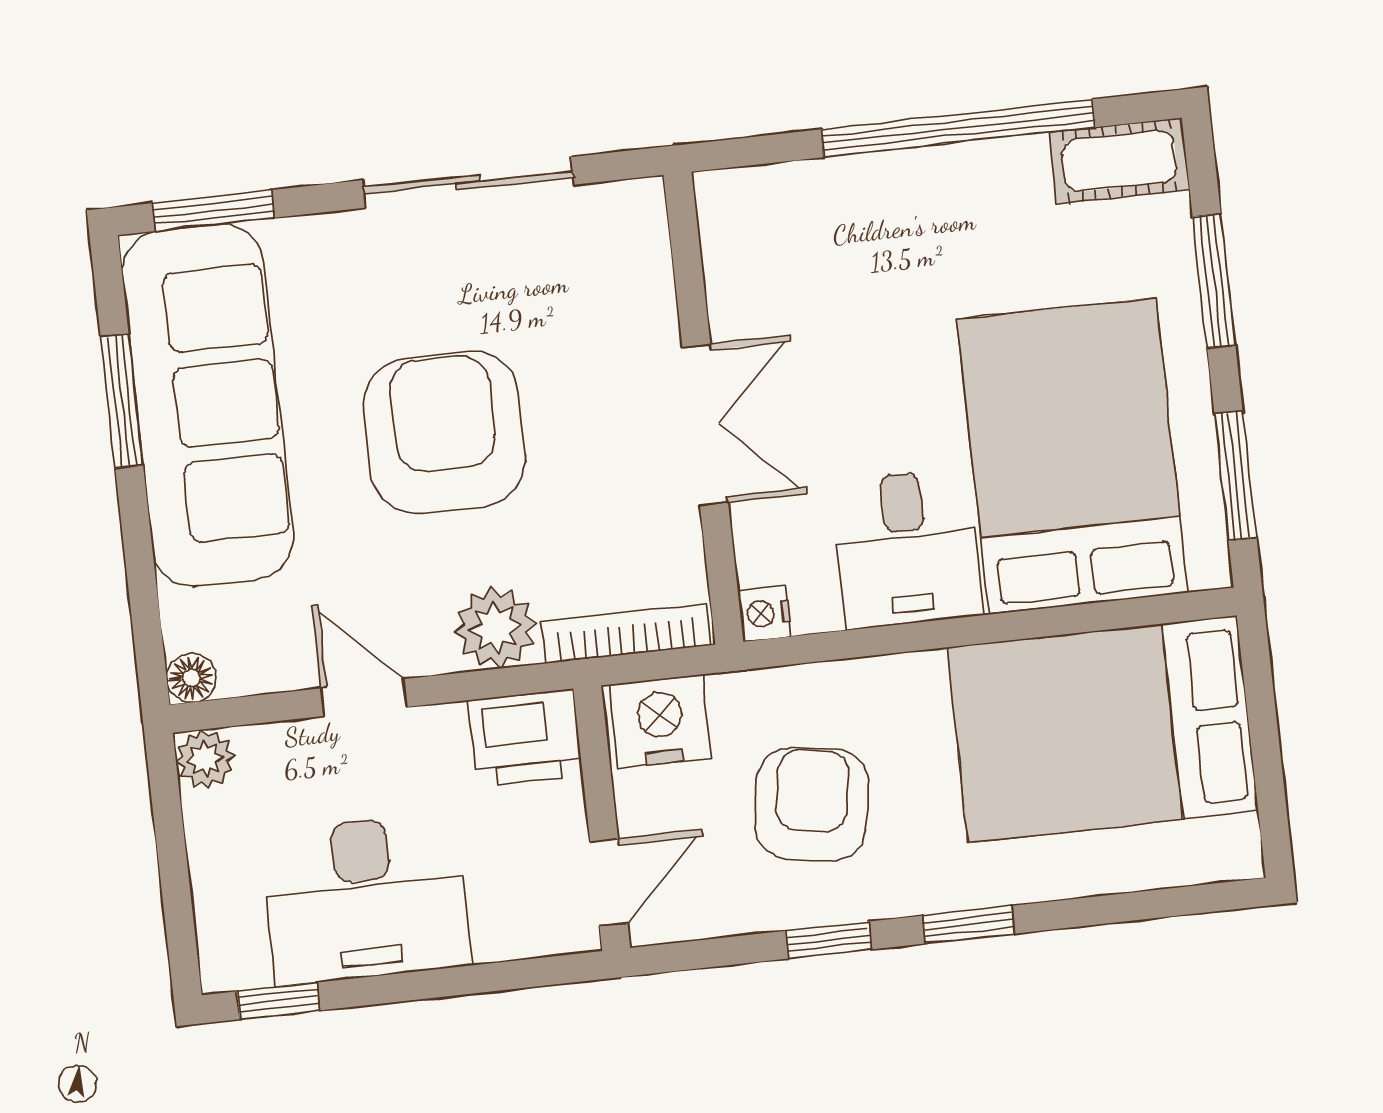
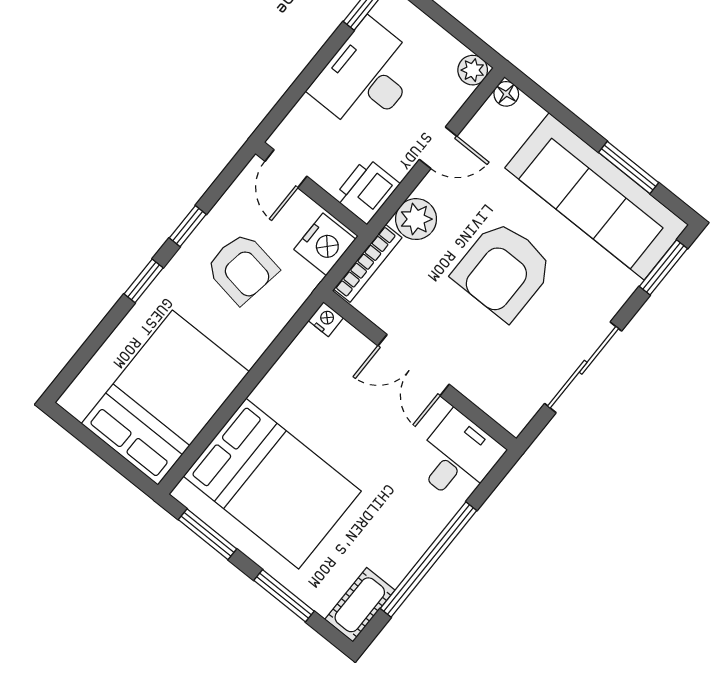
armchair: (444, 432) -> (503, 270), turned 90
desk: (907, 549) -> (457, 457), moved, turned 90

